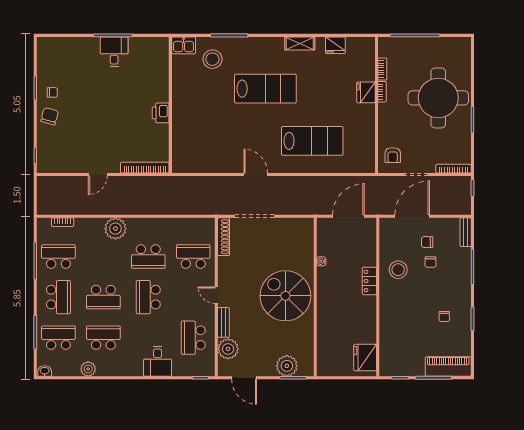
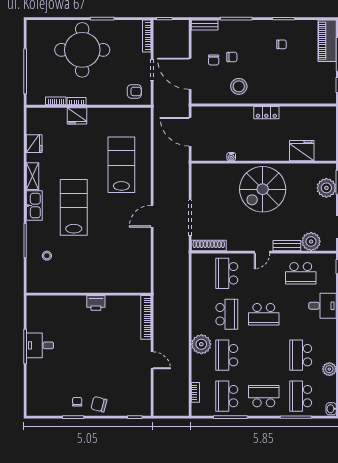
kitchen sink: (184, 45) -> (34, 205), moved, width x1.38
stool: (212, 59) -> (47, 256), width x0.53, depth x0.53
locker: (369, 281) -> (266, 113), moved
school desk: (103, 297) -> (227, 355), moved, turned 180
fridge: (365, 357) -> (302, 151), moved, turned 180

